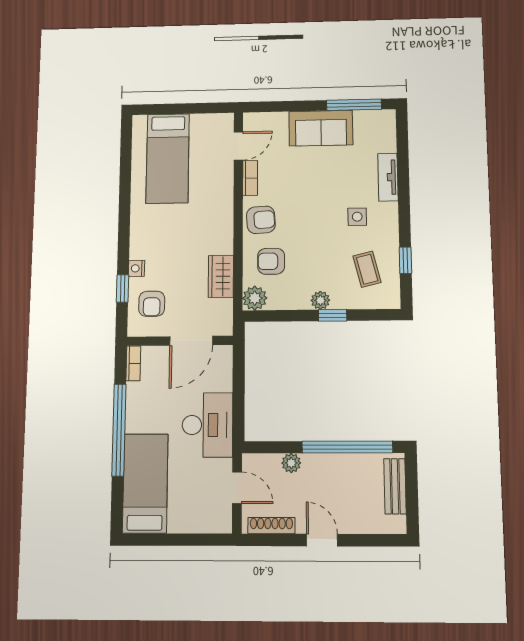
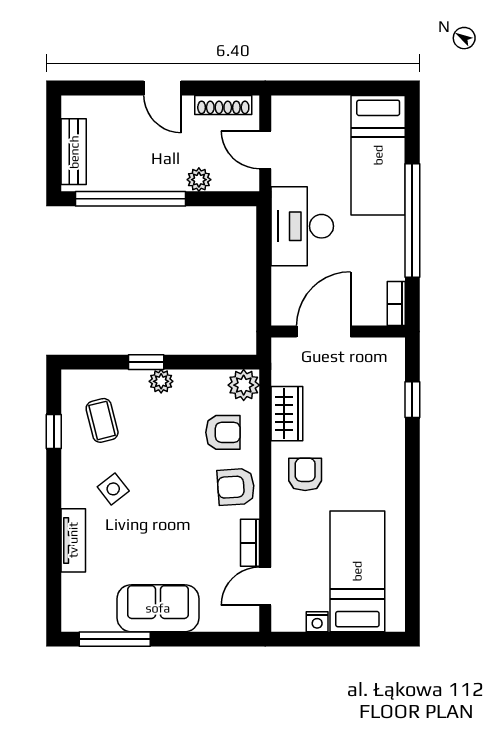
side table: (357, 217) -> (113, 489), turned -38
nightstand: (137, 268) -> (317, 622), moved, turned 90
armchair: (152, 304) -> (305, 474), moved

